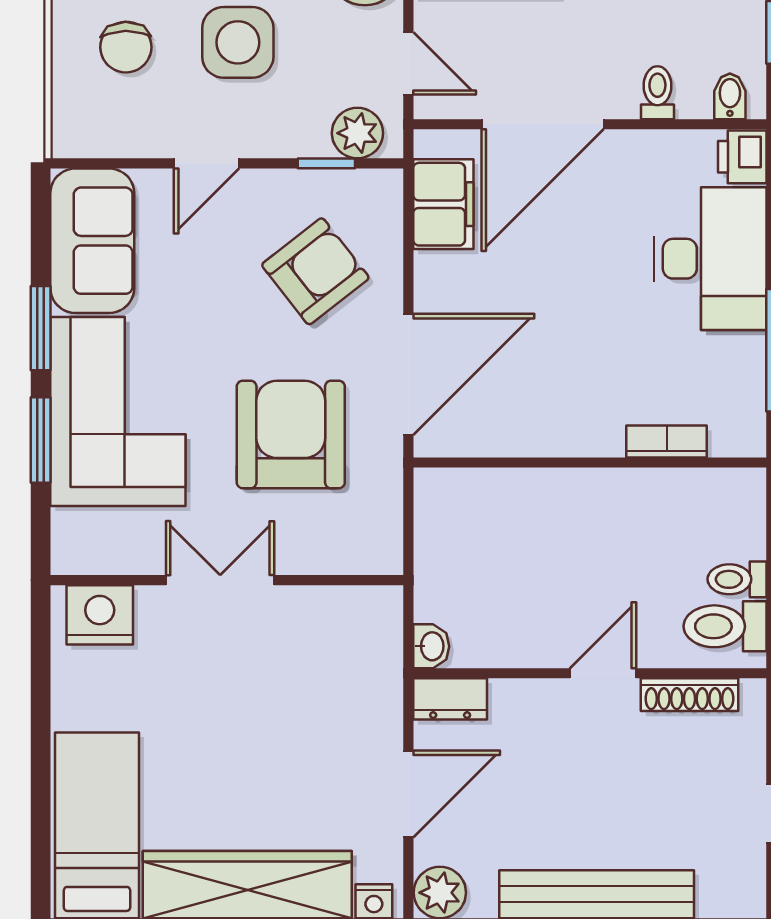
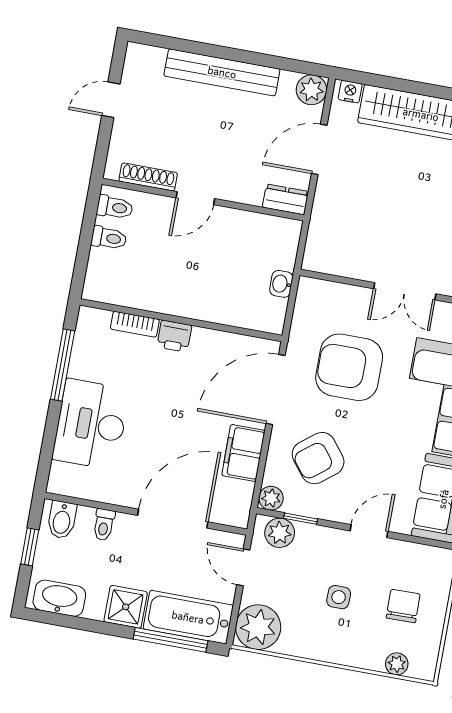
side table: (238, 42) -> (339, 597), width x0.54, depth x0.54
bidet: (730, 96) -> (62, 520), width x1.38, depth x1.36
printer: (742, 157) -> (174, 336), moved, turned 90
plant: (383, 189) -> (271, 498), added
filing cabinet: (443, 204) -> (243, 453), moved
armchair: (291, 434) -> (349, 367), turned 90
toilet: (725, 626) -> (115, 207), width x0.73, depth x0.72
washbasin: (431, 646) -> (281, 284), moved

